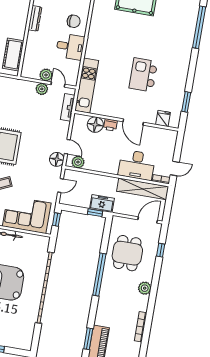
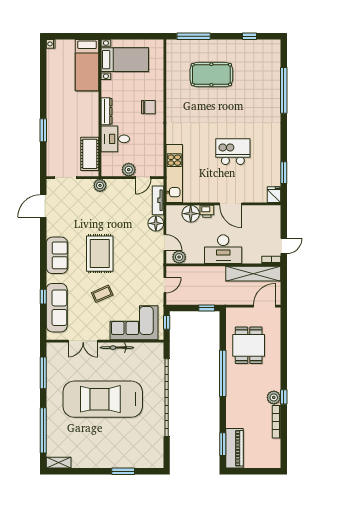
desk: (70, 47) -> (115, 139), moved, turned 180
kitchen island: (143, 75) -> (233, 152), turned 90
door: (58, 85) -> (143, 178), swing flipped
plant: (42, 89) -> (100, 185), moved
fridge: (163, 118) -> (274, 195), moved
floor lamp: (57, 159) -> (156, 223), moved
desk: (137, 165) -> (223, 249), moved
freezer: (102, 204) -> (212, 297), removed
window: (161, 250) -> (284, 397), moved
plant: (145, 288) -> (274, 397), moved

